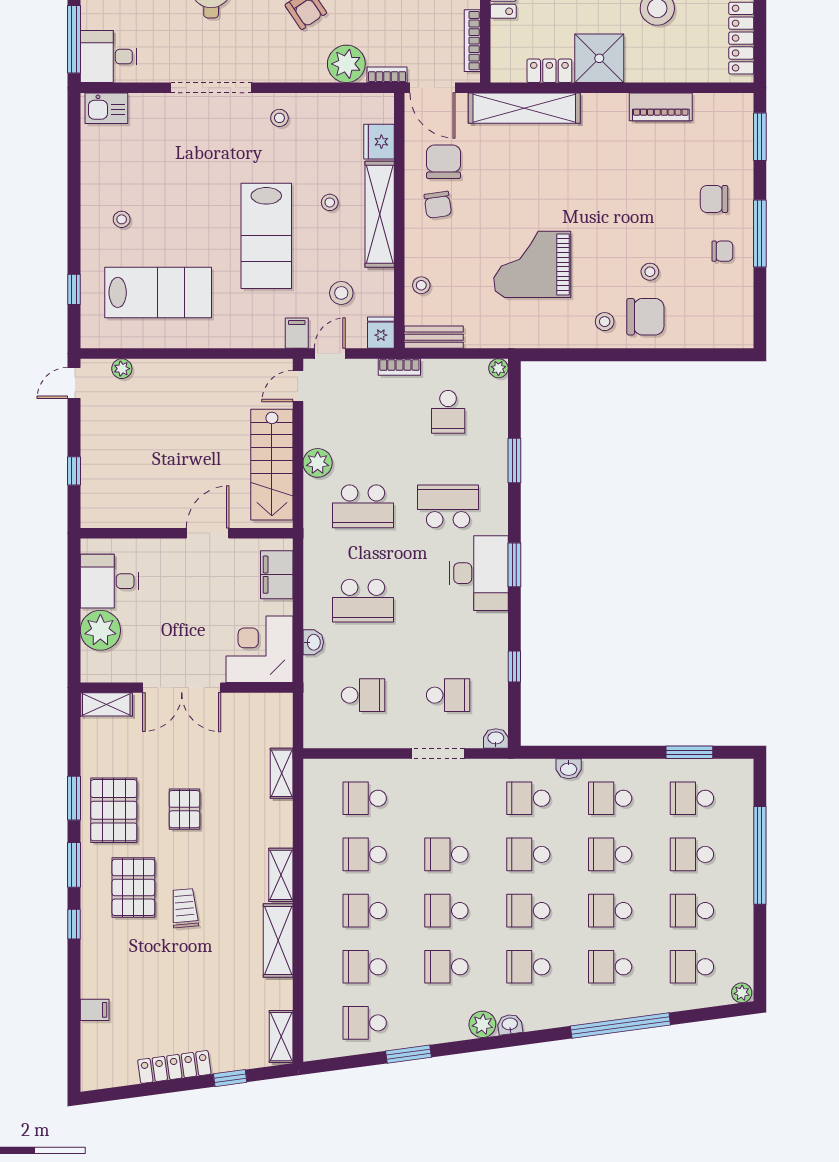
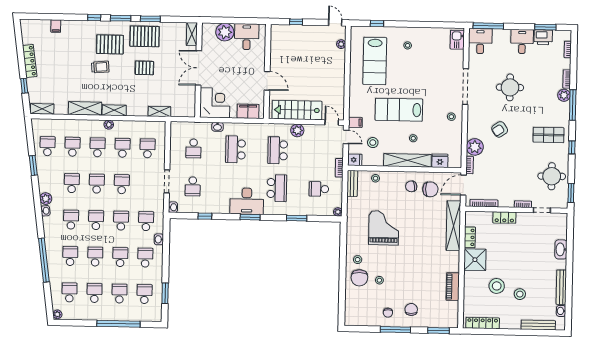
plant: (313, 886) -> (109, 125), added

